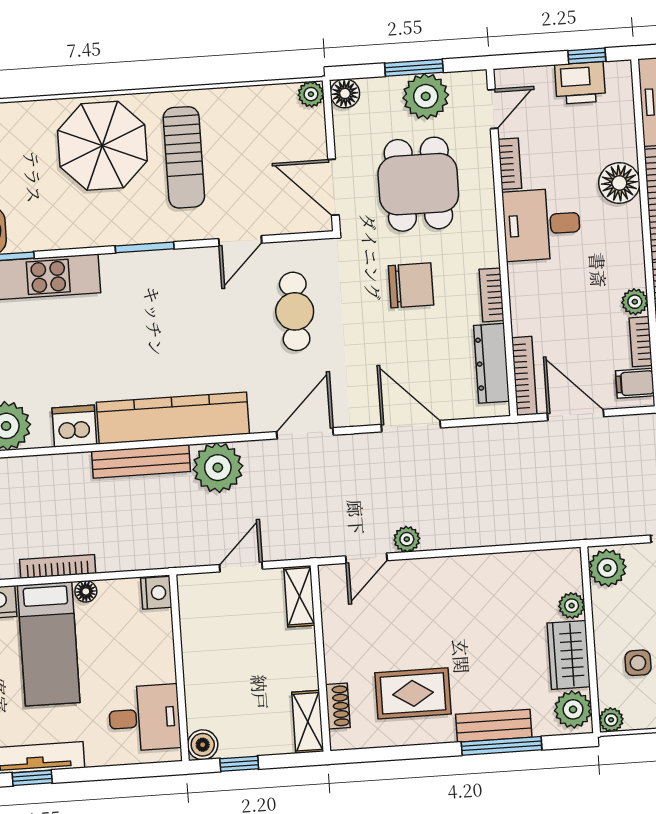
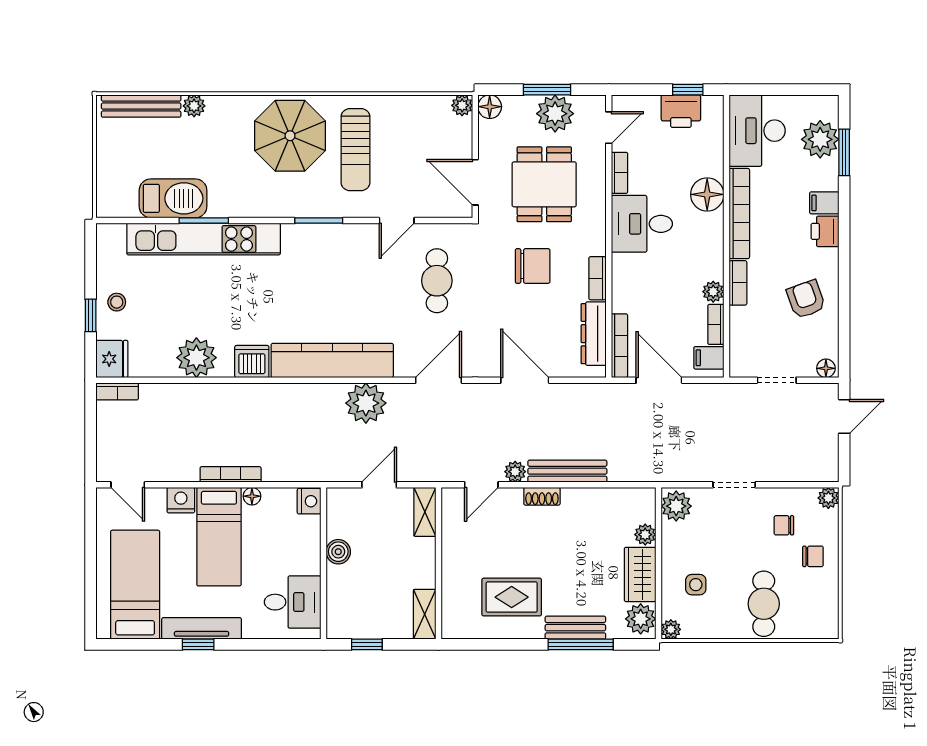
bench: (141, 461) -> (567, 471), moved
shoe rack: (338, 706) -> (542, 496), moved, turned 90
boiler: (203, 745) -> (338, 552), moved

